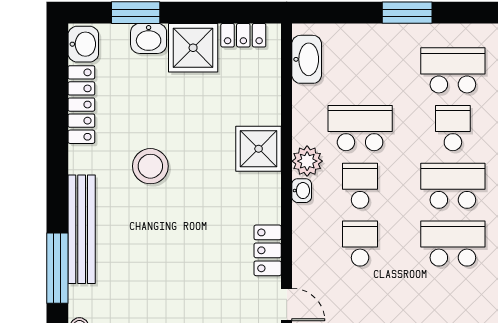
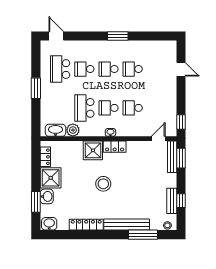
locker: (81, 105) -> (86, 225), moved
plant: (307, 161) -> (73, 130), moved
stool: (150, 166) -> (103, 184), moved
school desk: (453, 186) -> (108, 69), width x0.54
school desk: (453, 244) -> (133, 69), width x0.54
locker: (268, 250) -> (115, 147), moved

